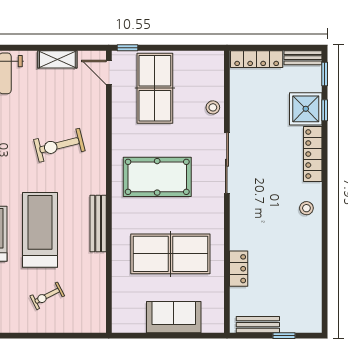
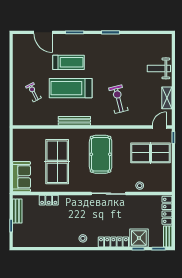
treadmill: (40, 230) -> (71, 88), turned 180
sofa: (174, 317) -> (21, 177), moved

